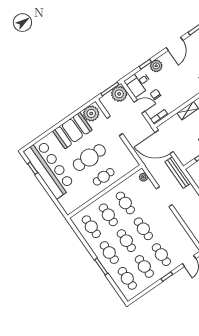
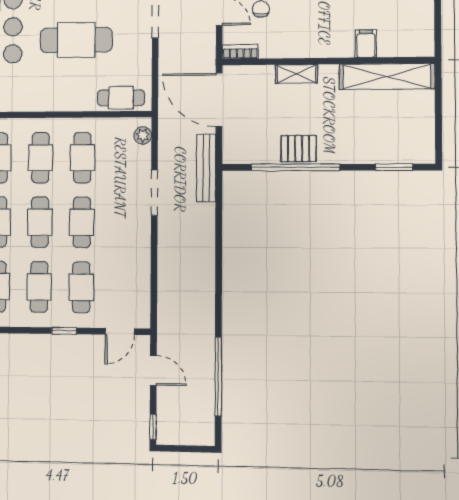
cafe table: (104, 177) -> (121, 98), moved

